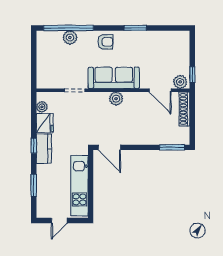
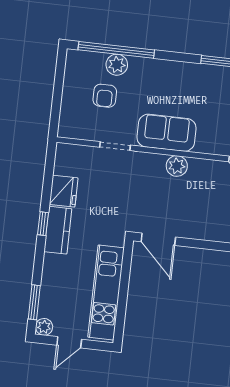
armchair: (105, 42) -> (105, 96), moved, turned 90
sofa: (114, 78) -> (167, 133), width x0.73
plant: (42, 107) -> (44, 327), moved
window: (34, 185) -> (34, 302), moved

